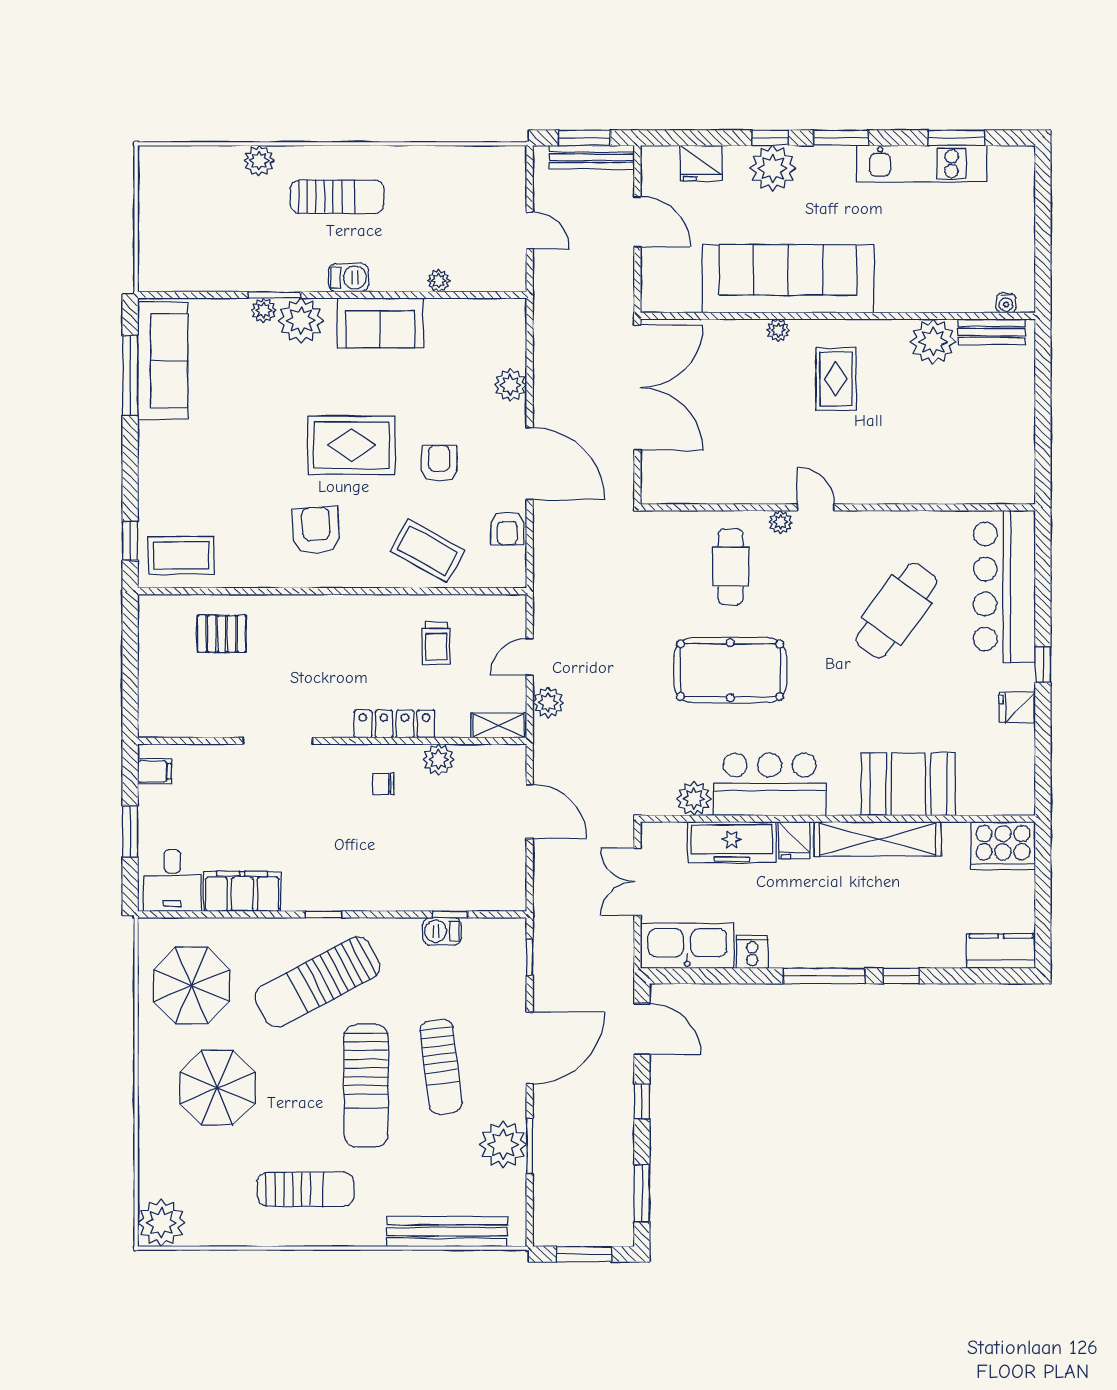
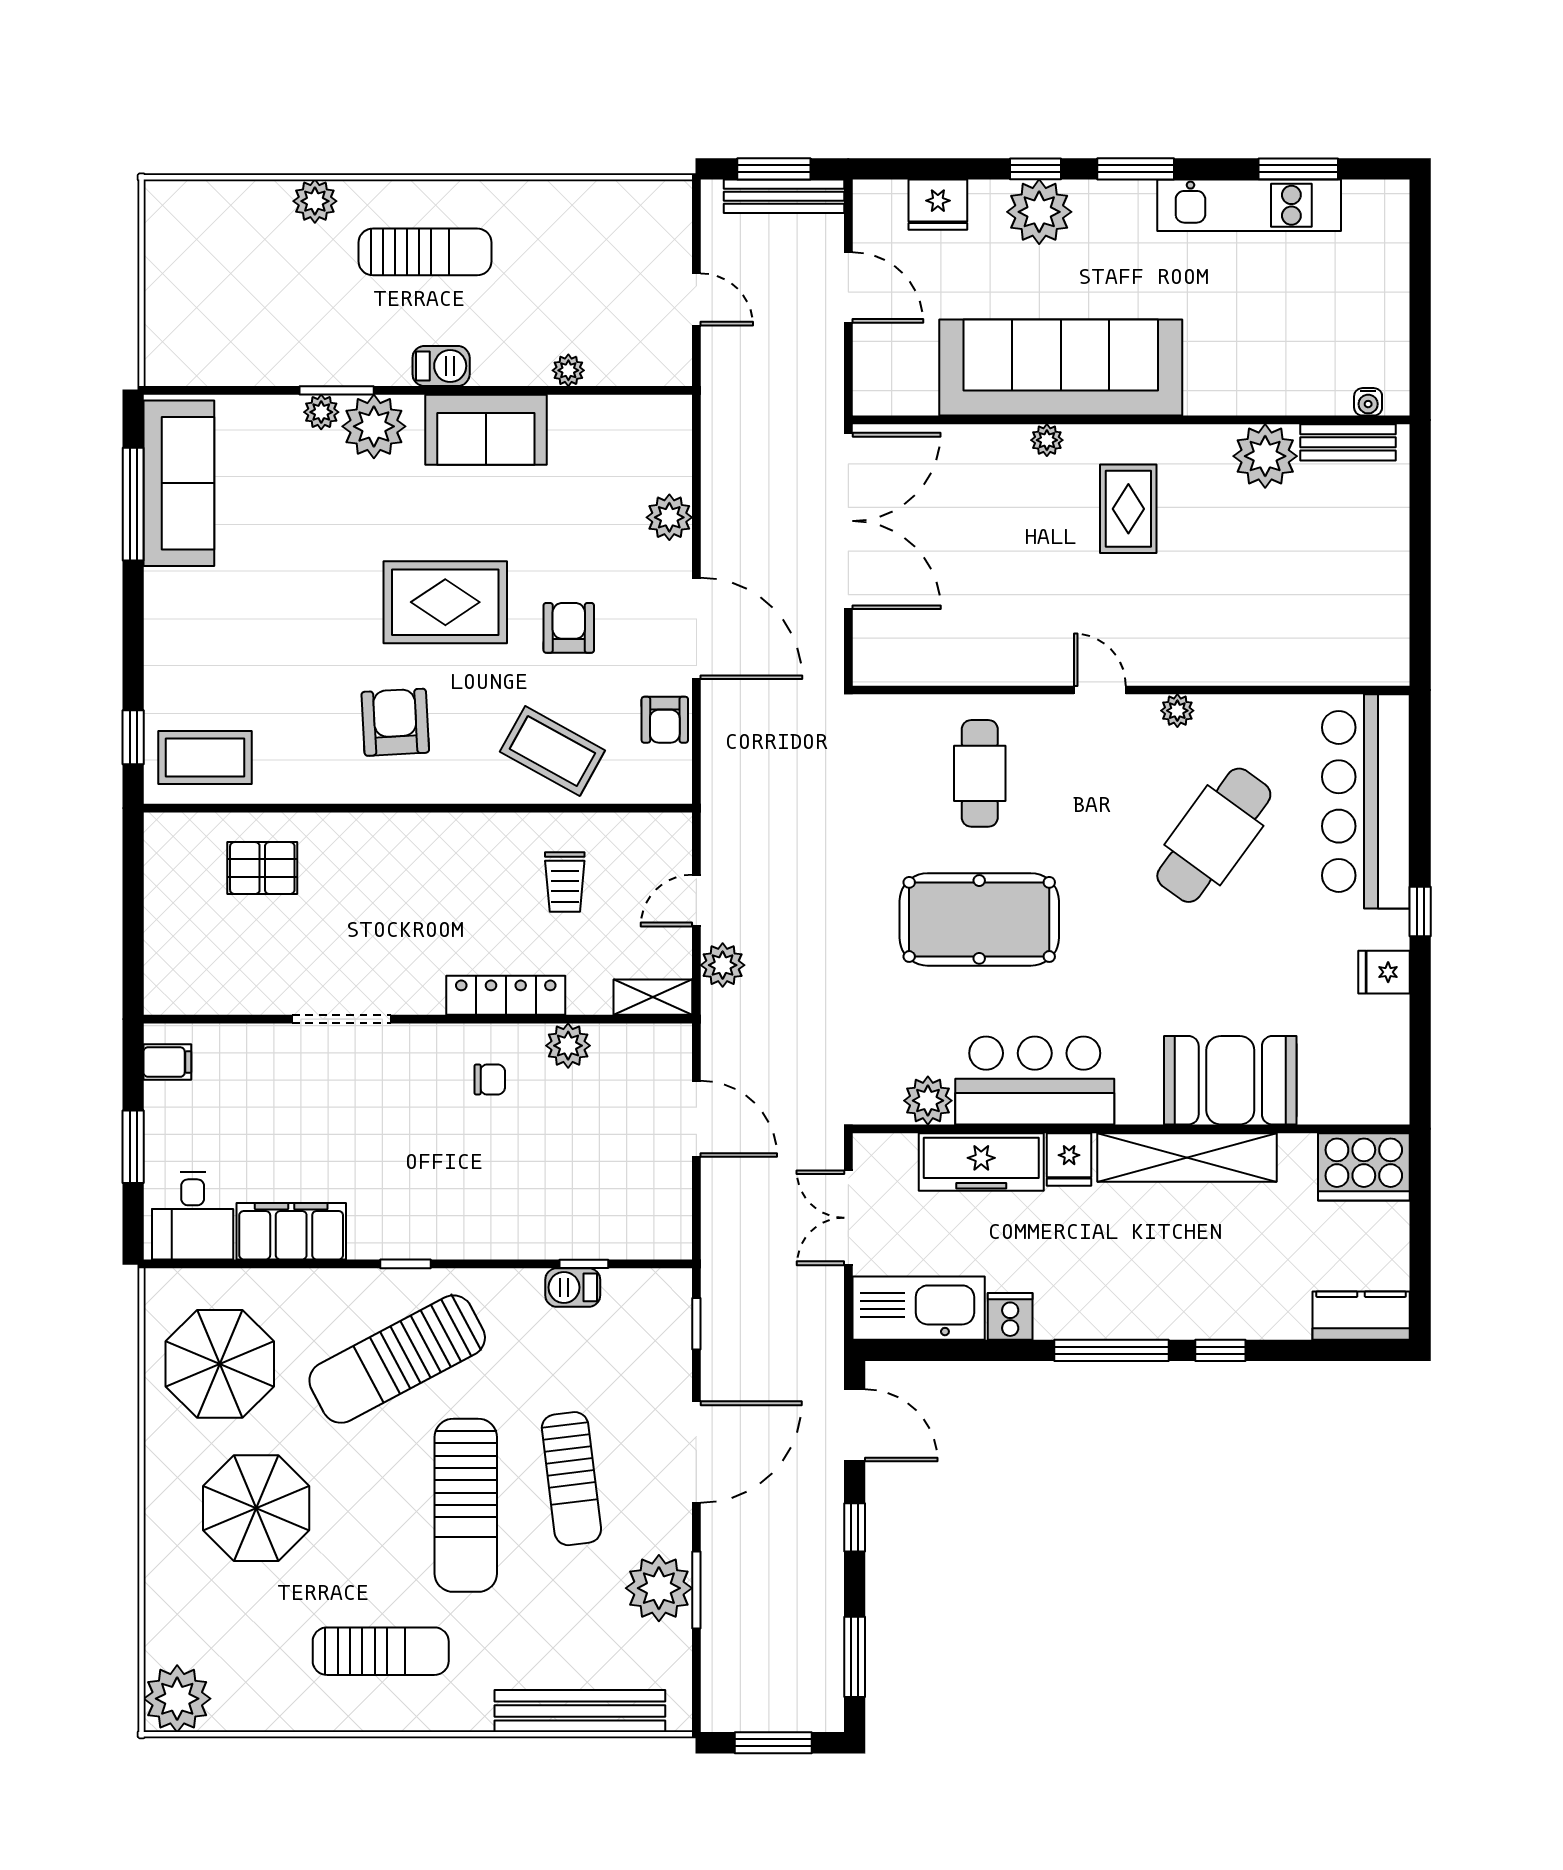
plant: (780, 522) -> (1177, 711), moved
chair: (383, 784) -> (490, 1079), turned 180

